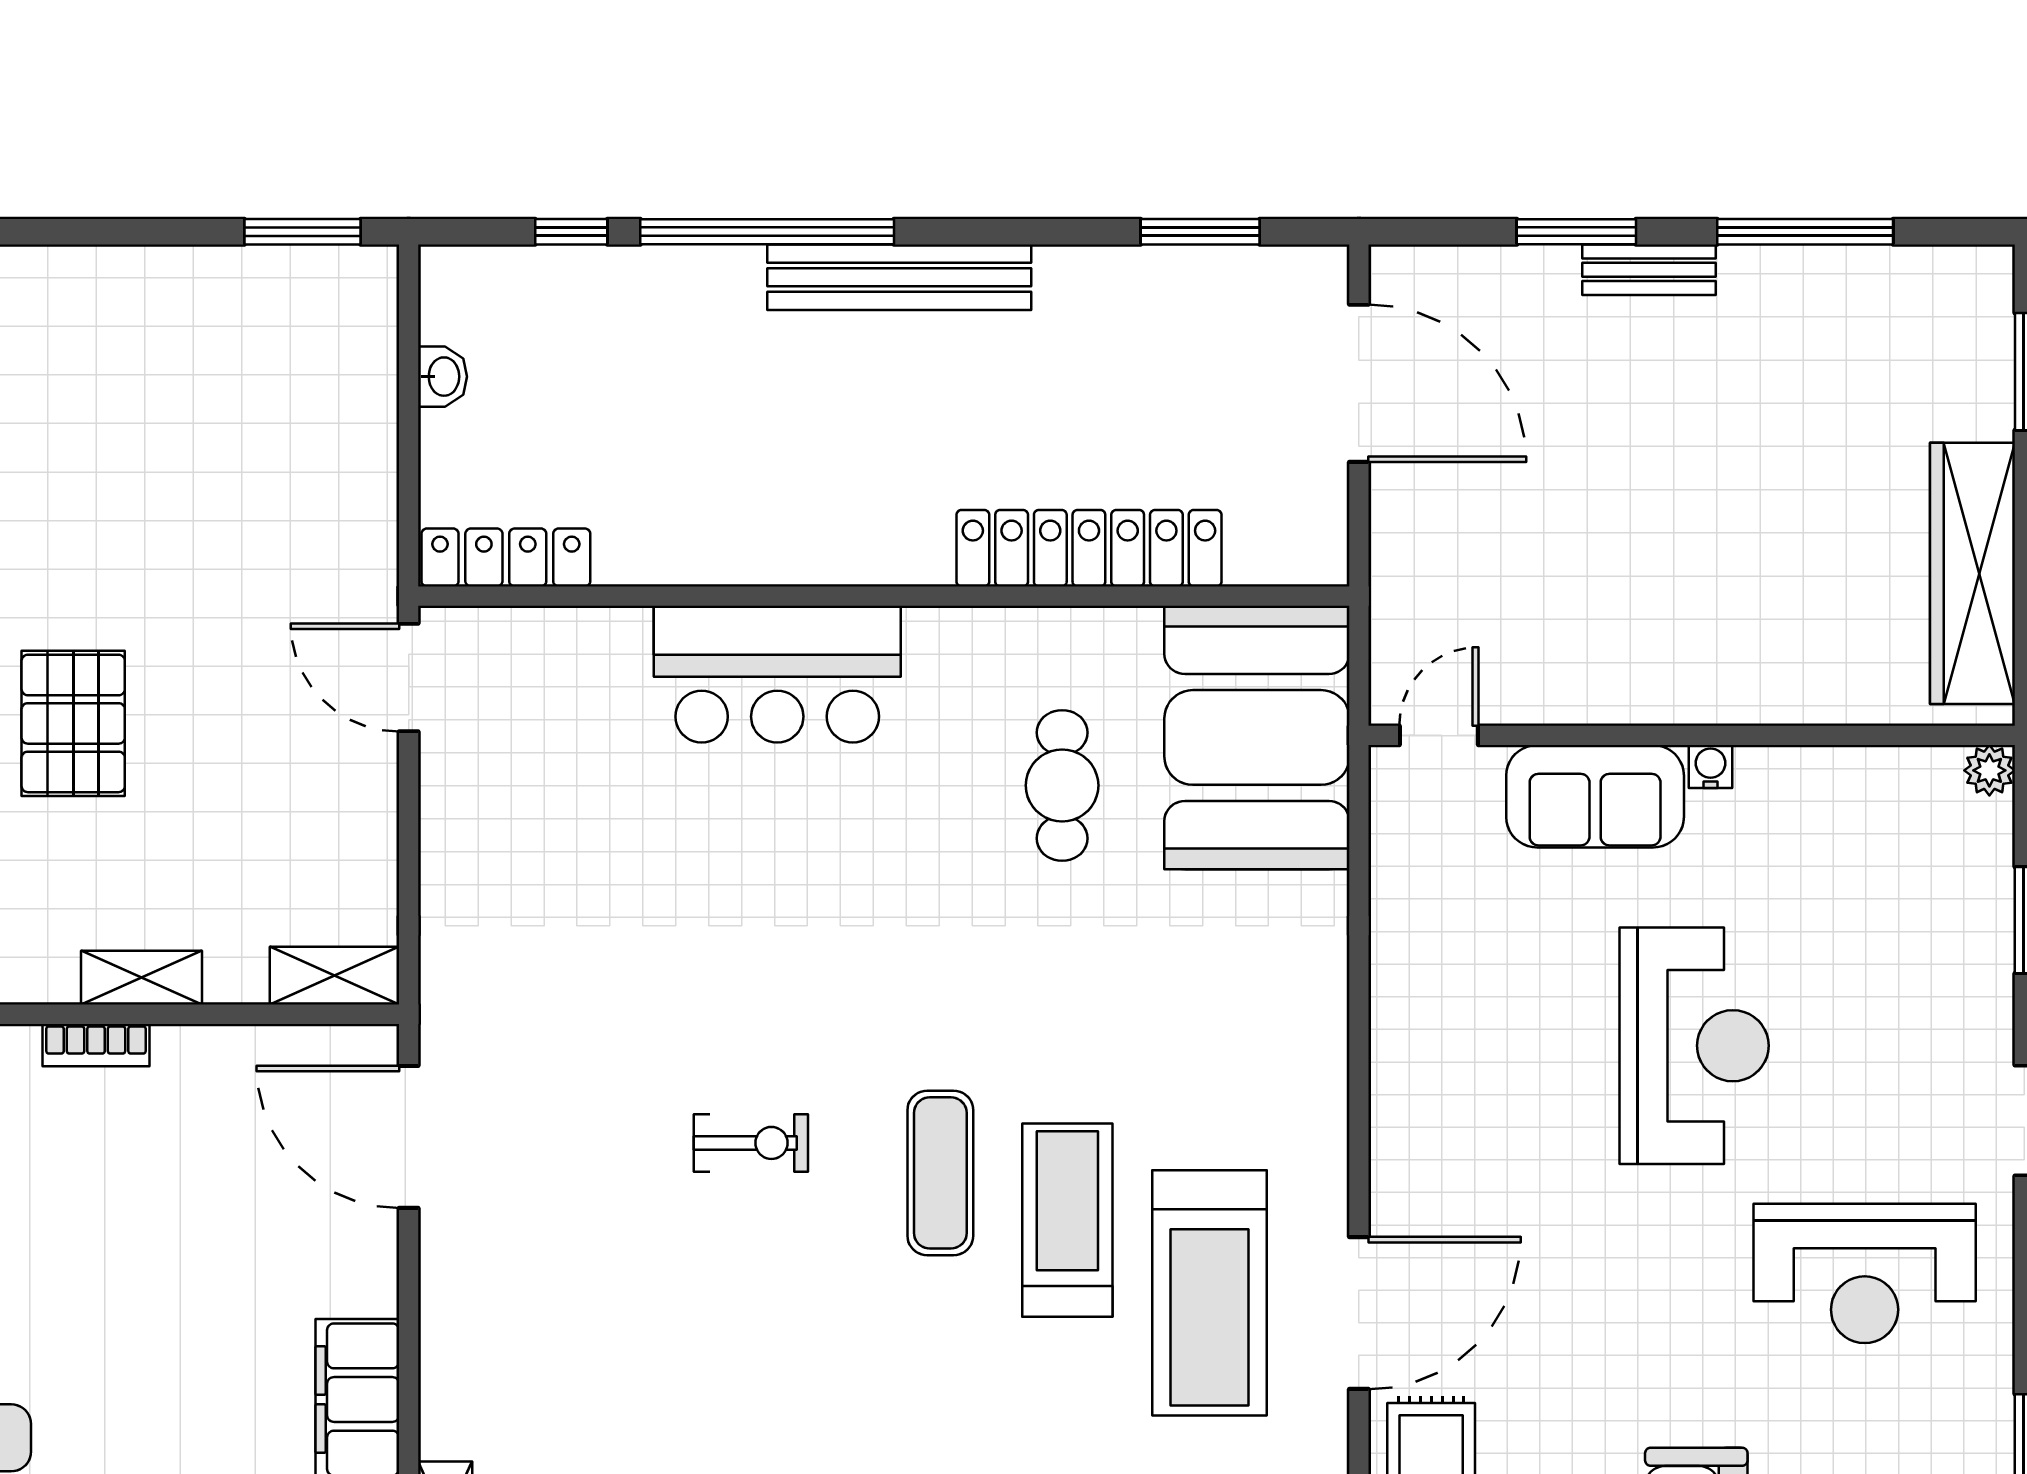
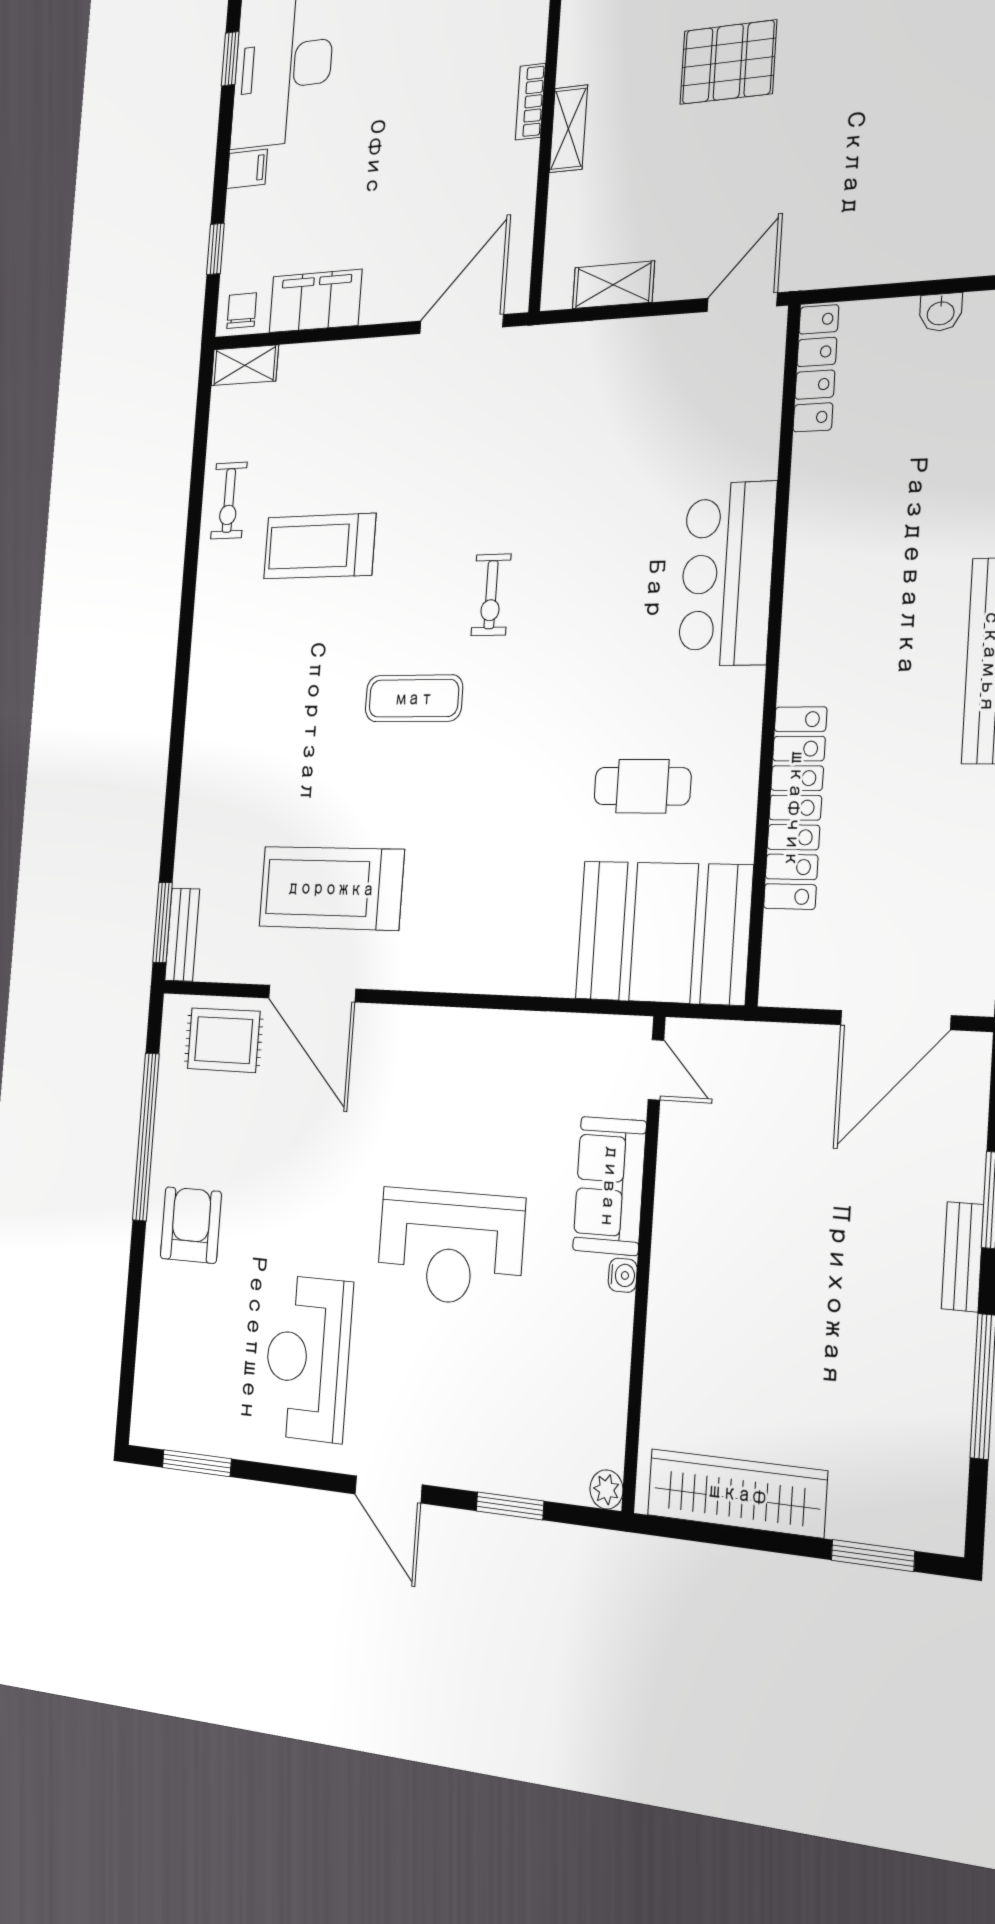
shelving: (335, 976) -> (613, 285), moved, turned 90
exercise bike: (751, 1143) -> (491, 595), moved
treadmill: (1067, 1220) -> (319, 546), moved, turned 180

